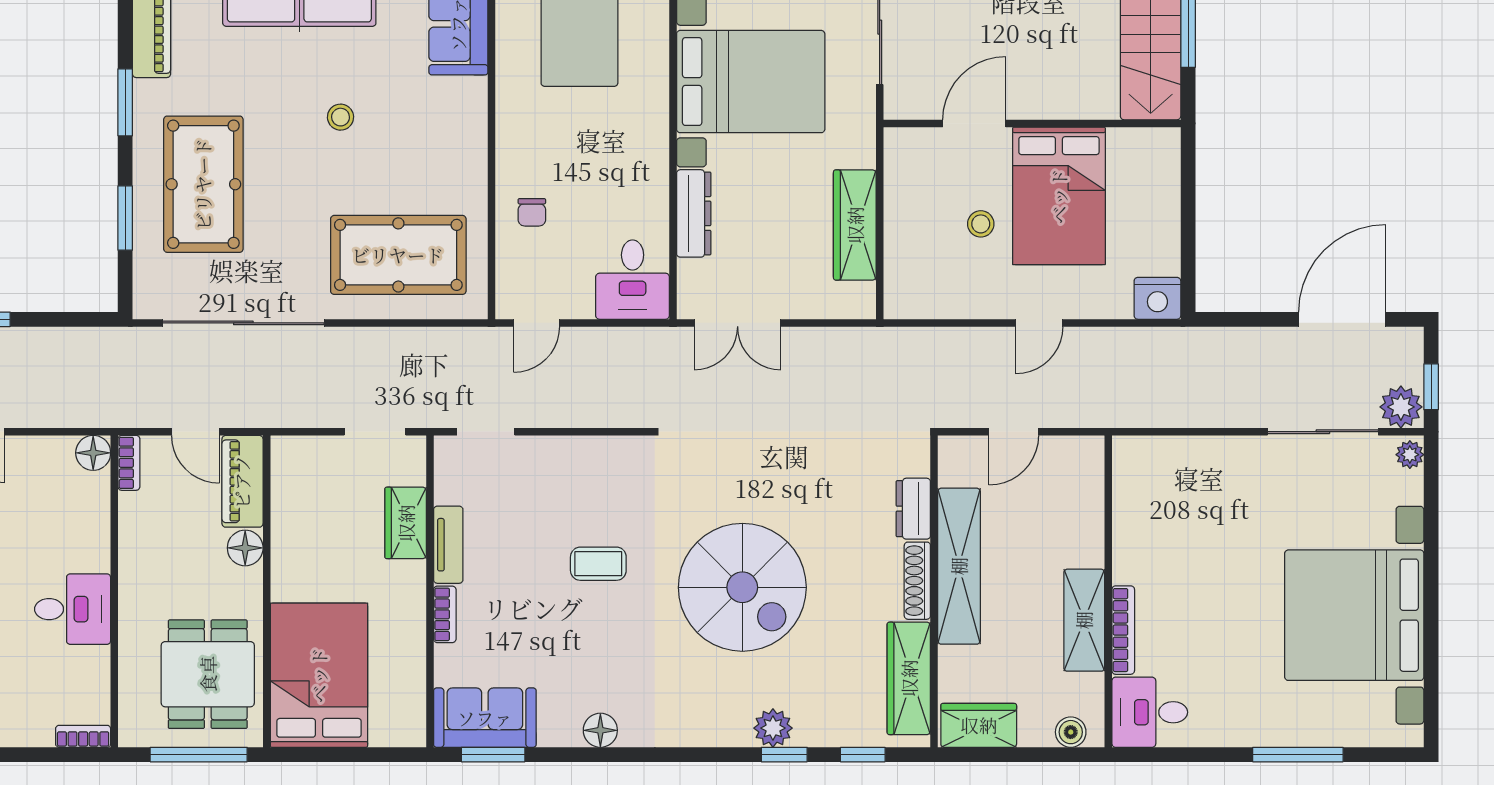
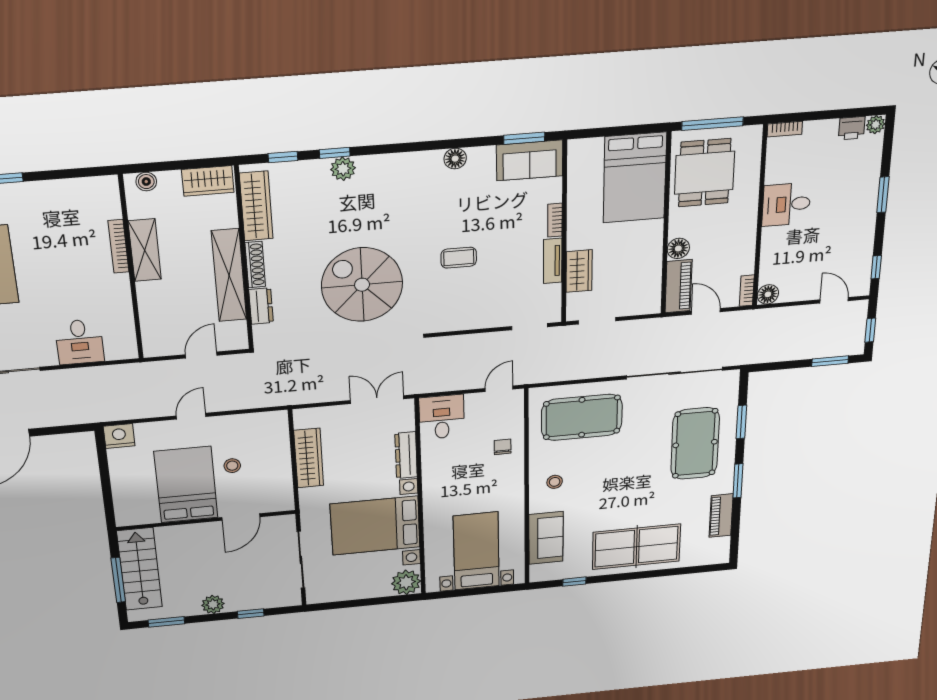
stool: (341, 117) -> (555, 482), moved
spiral stairs: (742, 587) -> (362, 285), moved
desk: (1150, 712) -> (79, 342), moved, turned 90

